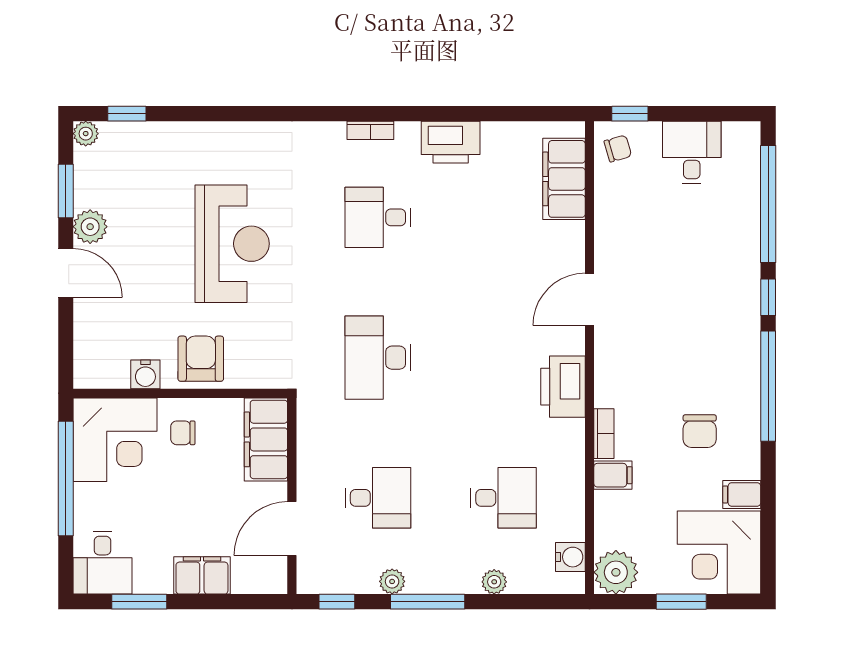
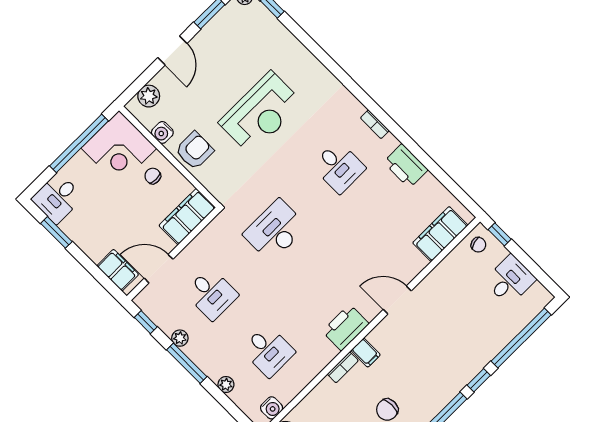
desk: (378, 217) -> (339, 167), turned 180
plant: (90, 227) -> (149, 96), moved
filing cabinet: (613, 475) -> (366, 353), moved
filing cabinet: (202, 575) -> (118, 270), moved

